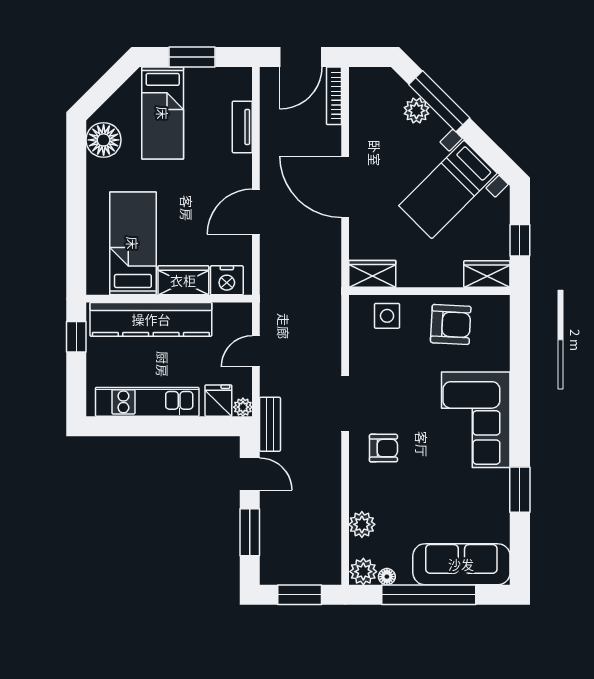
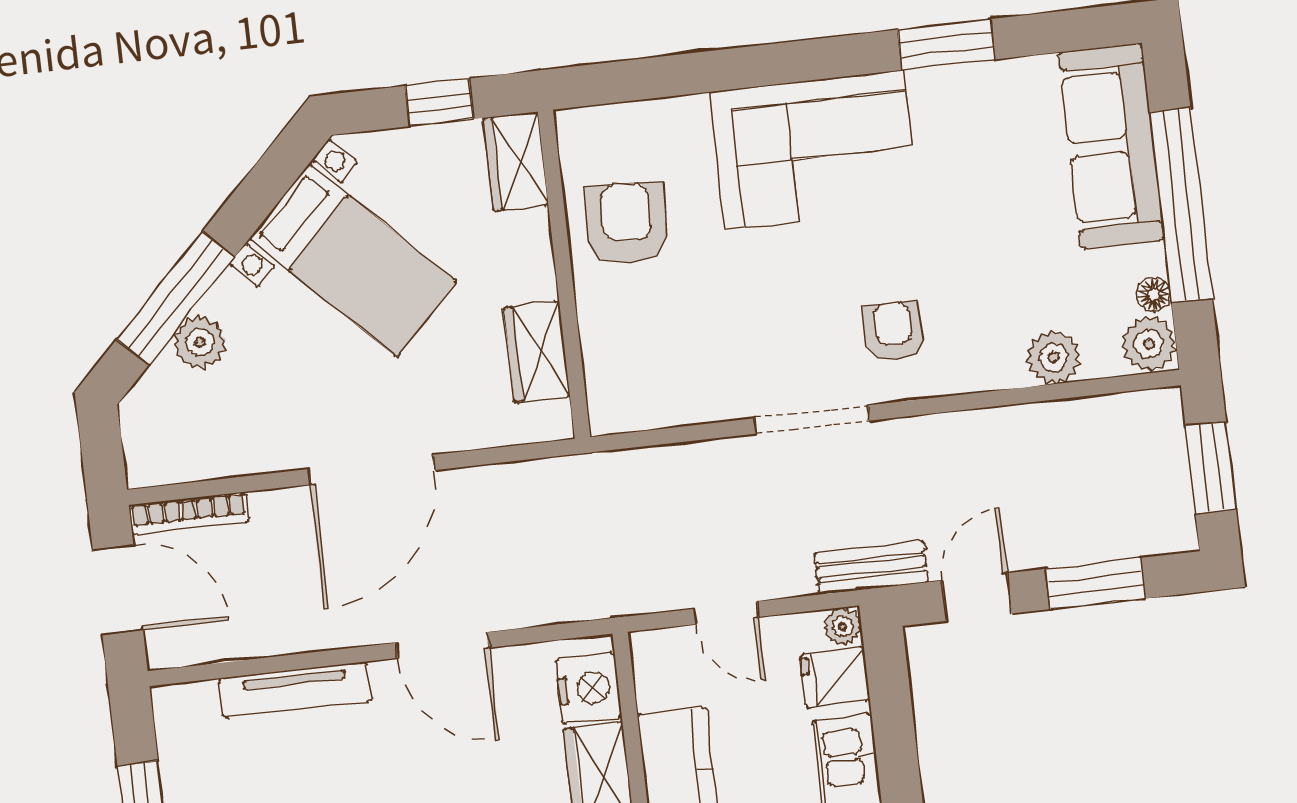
tv unit: (242, 127) -> (295, 690), width x1.41
wardrobe: (372, 274) -> (537, 352), moved
side table: (387, 316) -> (624, 355), removed

